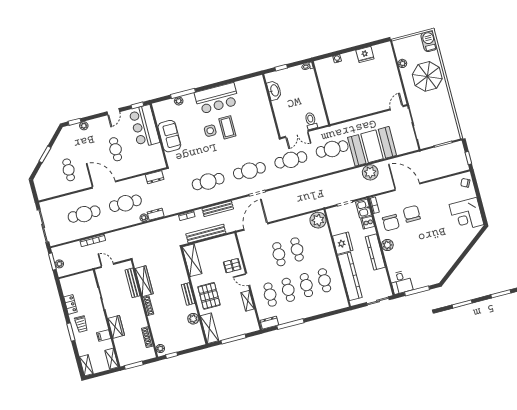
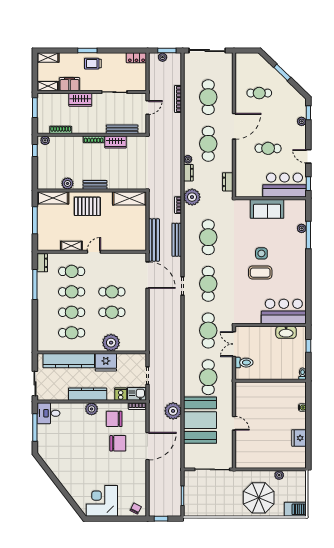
bar counter: (217, 98) -> (284, 311), moved, turned 90
door: (397, 108) -> (234, 423), moved
plant: (176, 205) -> (192, 197), added
plant: (318, 220) -> (111, 343), moved
bench: (206, 234) -> (154, 240), moved
pallet: (232, 266) -> (113, 239), removed
wardrobe: (144, 281) -> (116, 142), width x0.67
locker: (70, 304) -> (136, 58), moved
filing cabinet: (104, 335) -> (70, 84), width x2.00

